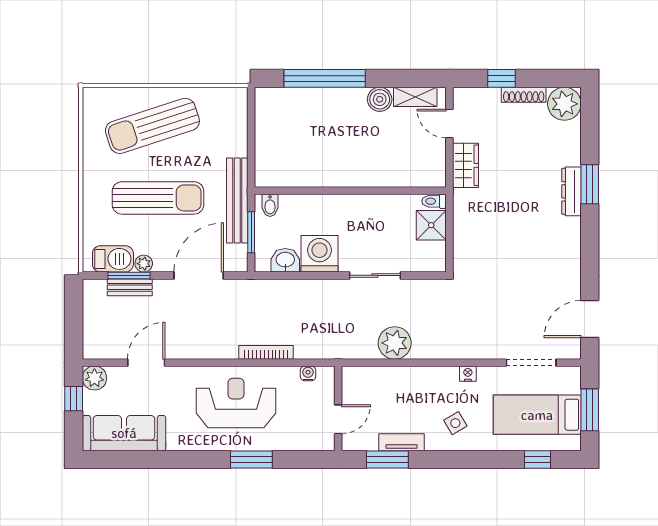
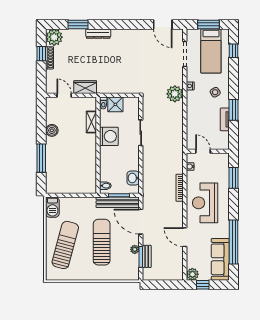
window: (325, 78) -> (41, 158), width x0.68
window: (501, 78) -> (41, 54), moved
shelving: (415, 97) -> (91, 122), moved
door: (449, 123) -> (64, 95), swing flipped
sun lounger: (152, 126) -> (65, 245), turned -147
window: (590, 184) -> (78, 24), moved
bench: (237, 200) -> (118, 202), moved
washing machine: (320, 254) -> (109, 136), moved, turned 180
barbecue: (113, 259) -> (52, 207), moved, turned 180
plant: (395, 343) -> (175, 94), moved
door: (146, 363) -> (185, 237), moved
door: (338, 419) -> (203, 151), moved
window: (158, 460) -> (234, 242), added
window: (251, 460) -> (234, 178), moved
window: (387, 460) -> (234, 110), moved

